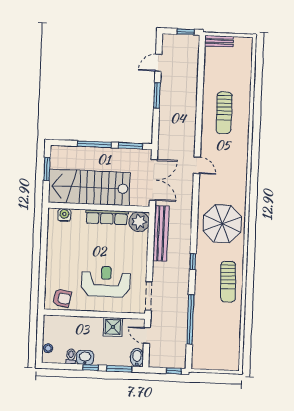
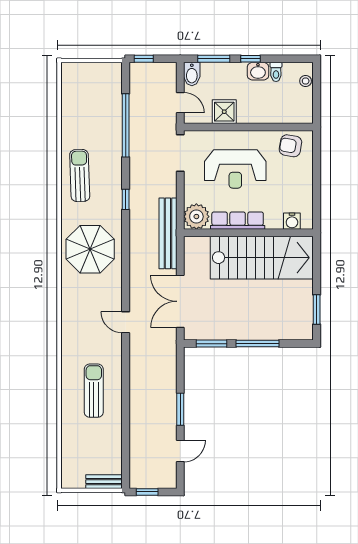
stairs: (89, 187) -> (262, 258), moved
wall: (99, 207) -> (248, 233), moved
water cooler: (64, 215) -> (292, 221), moved
row of seats: (107, 217) -> (238, 221), moved
plant: (139, 222) -> (196, 217), moved

